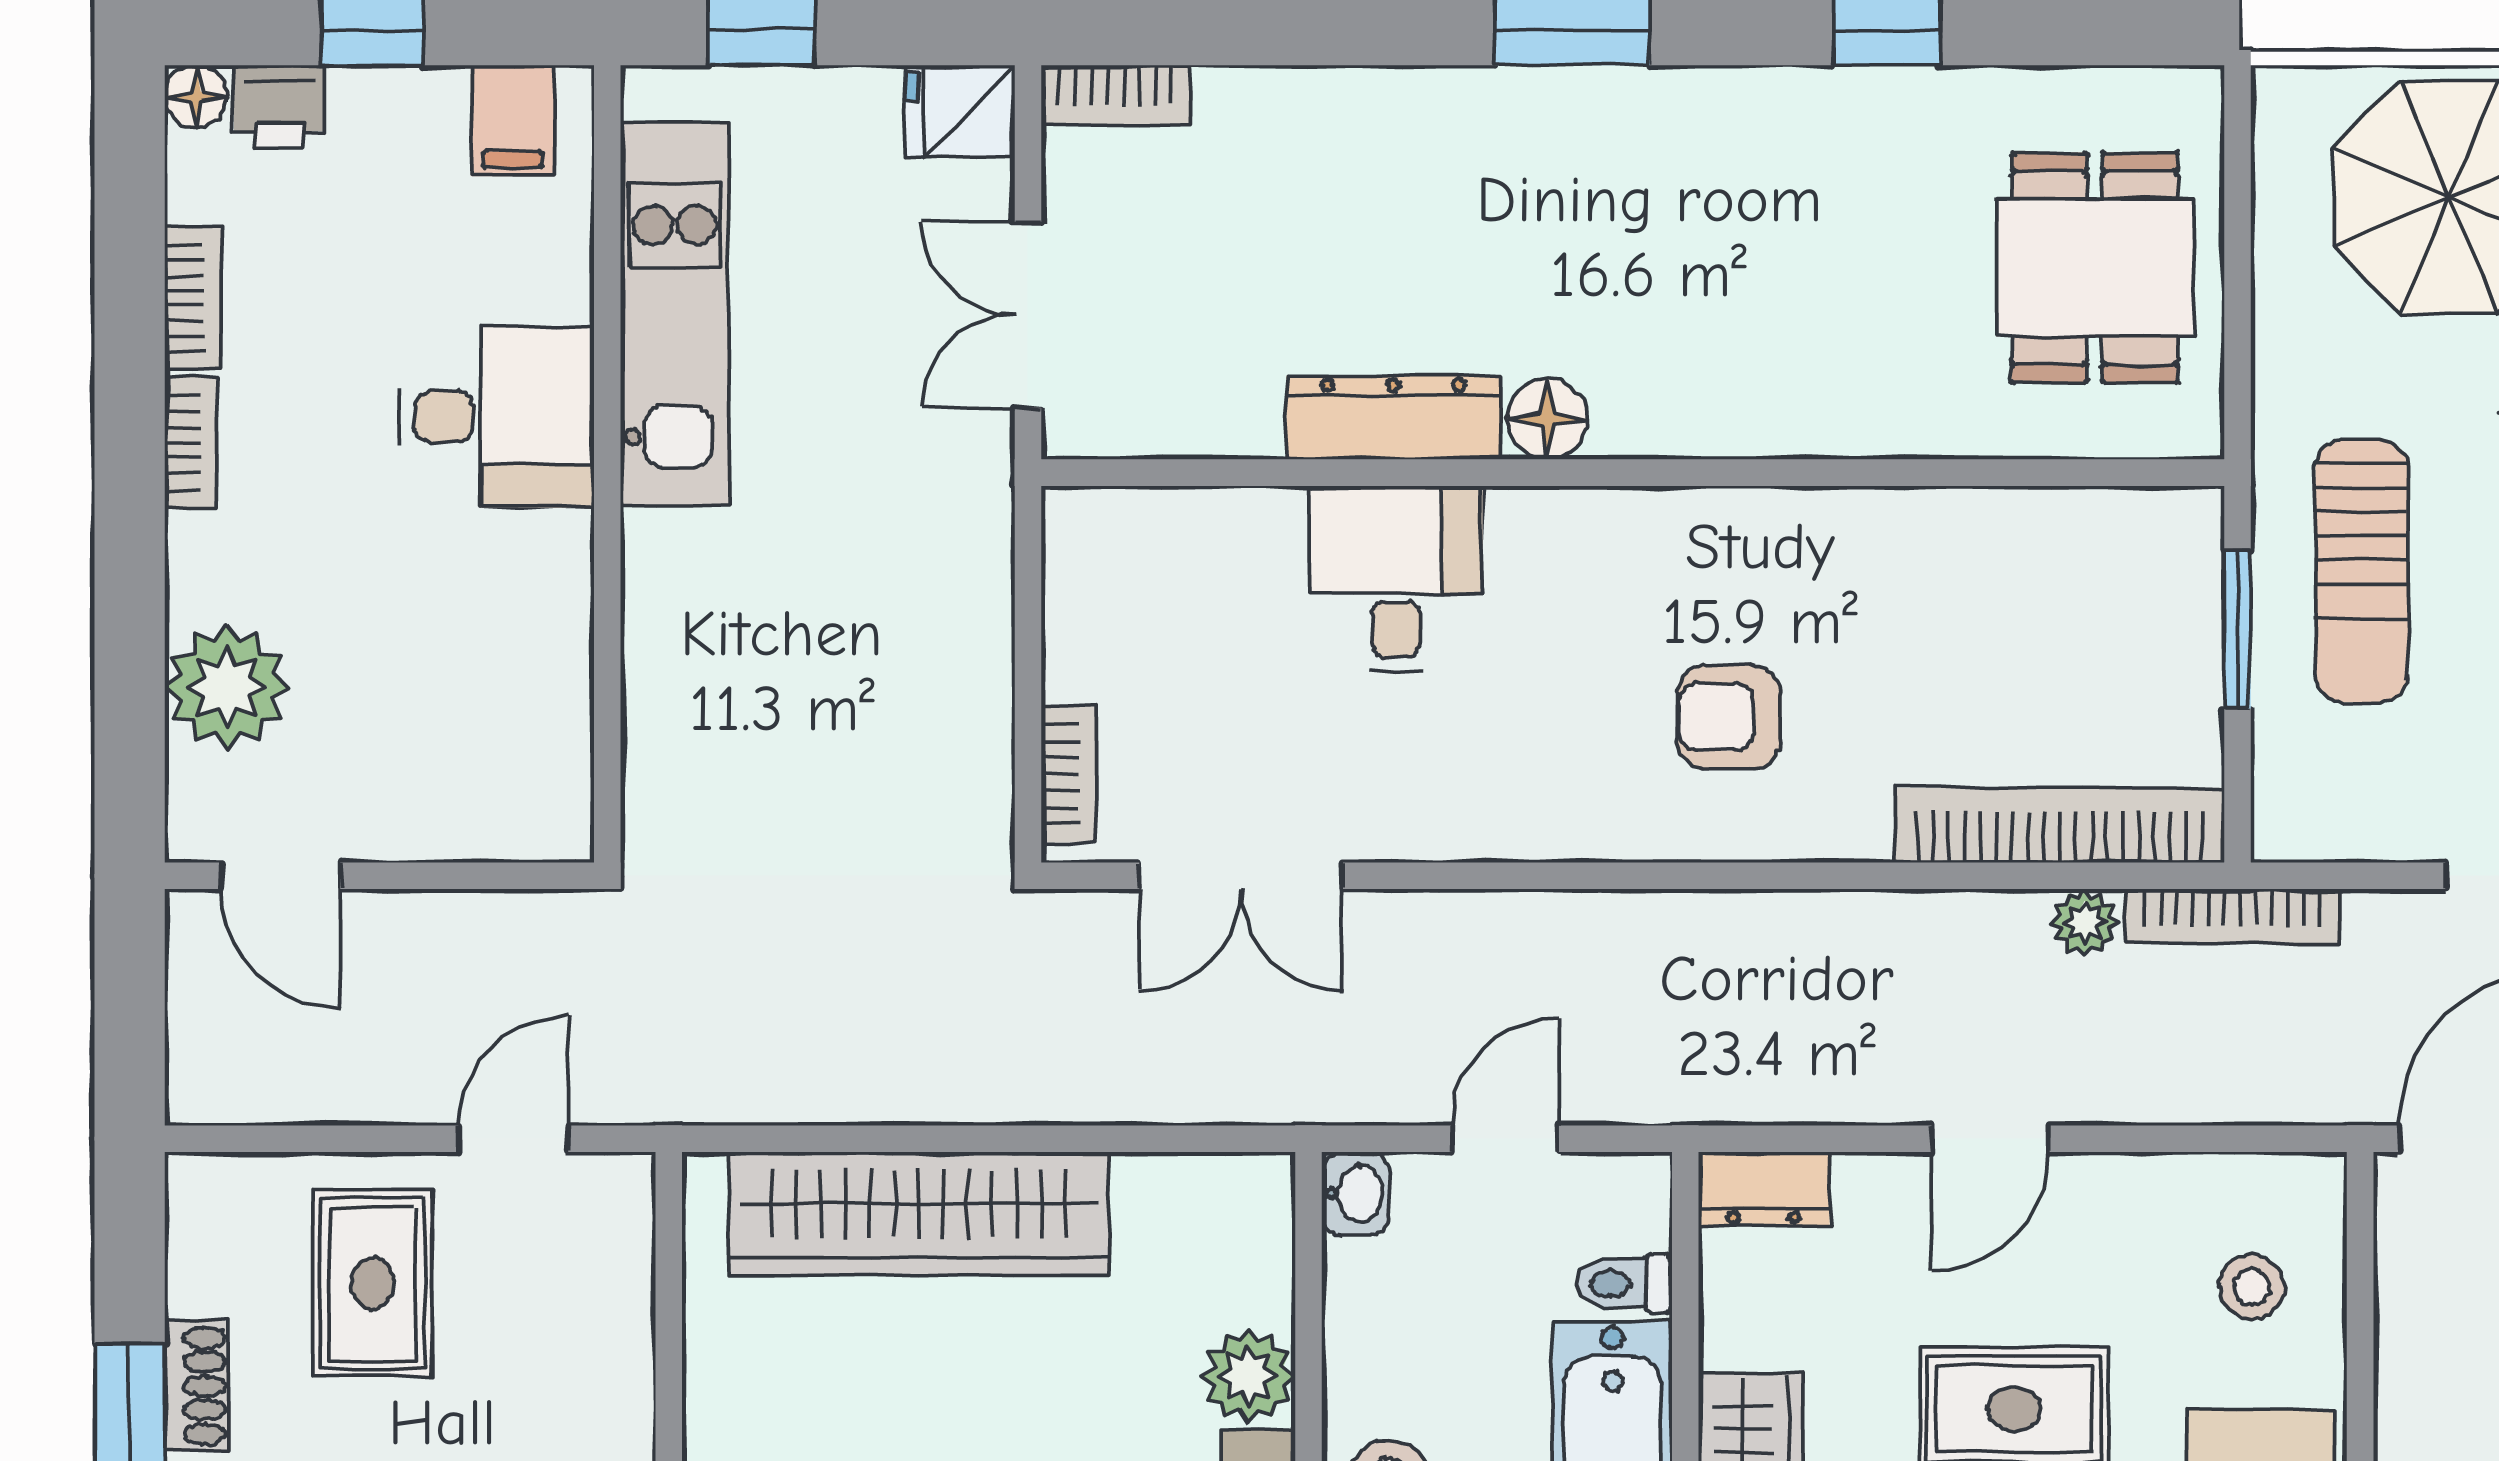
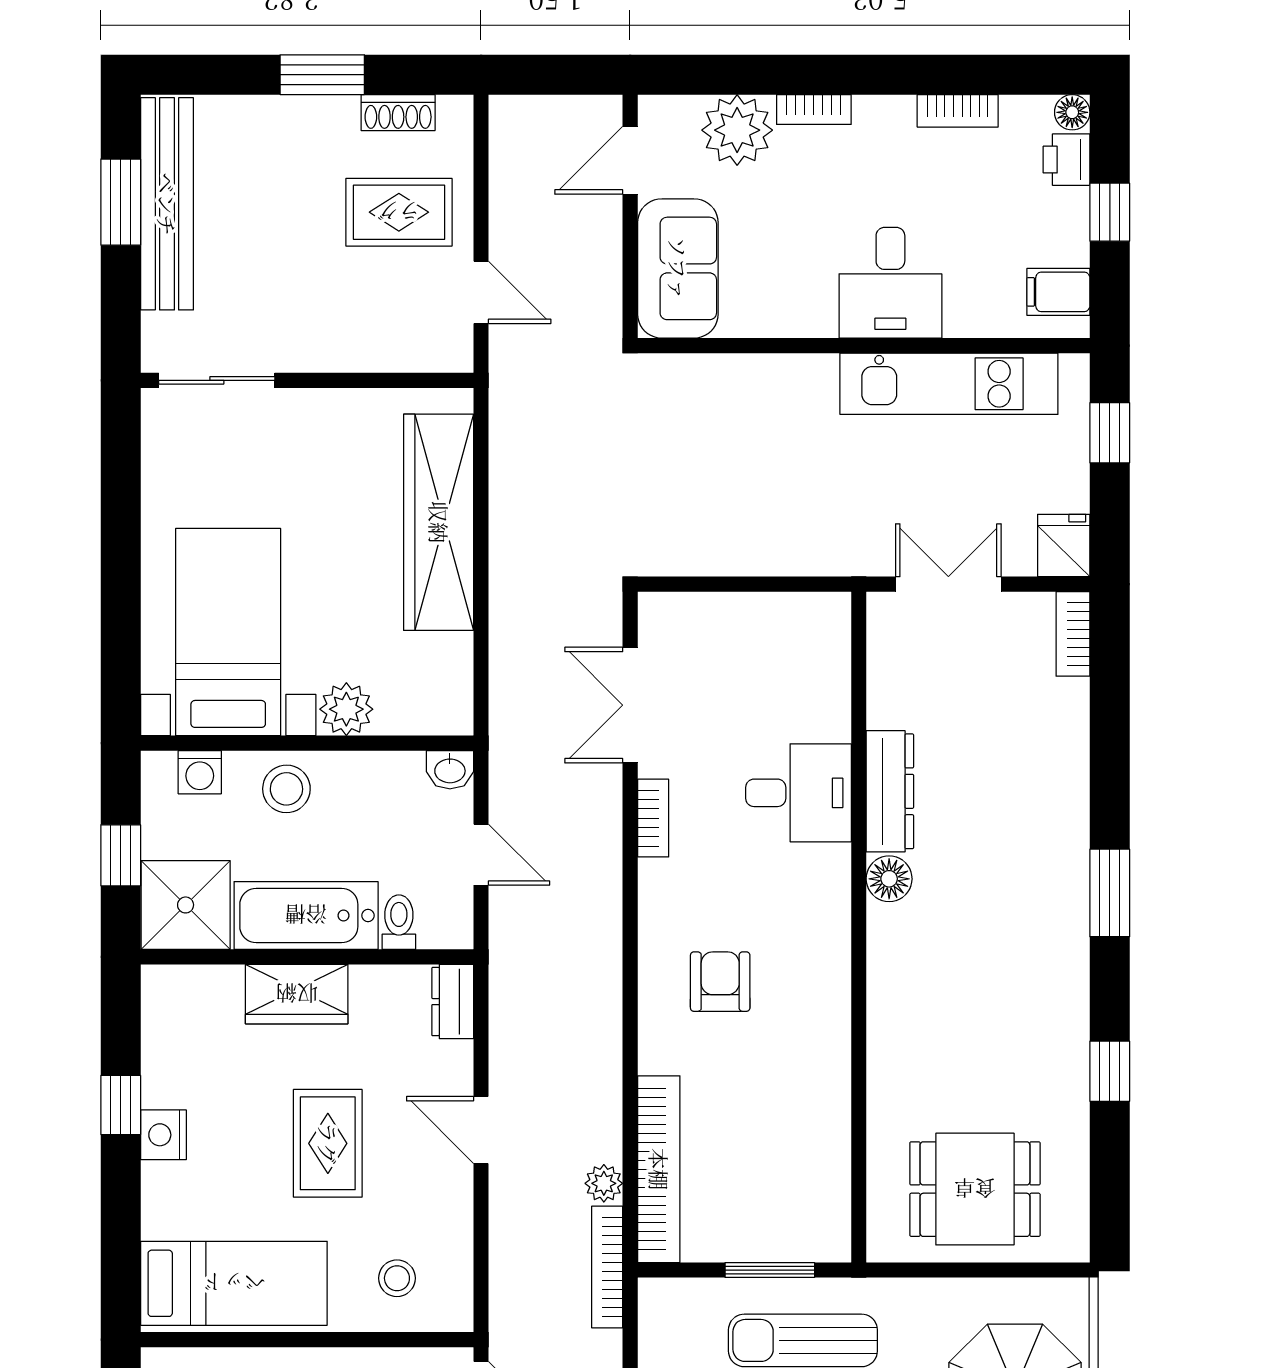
bookcase: (191, 442) -> (814, 110), moved
bookcase: (1069, 774) -> (653, 818), moved, turned -90
sofa: (471, 792) -> (678, 268), added
shoe rack: (196, 1386) -> (398, 113), moved

